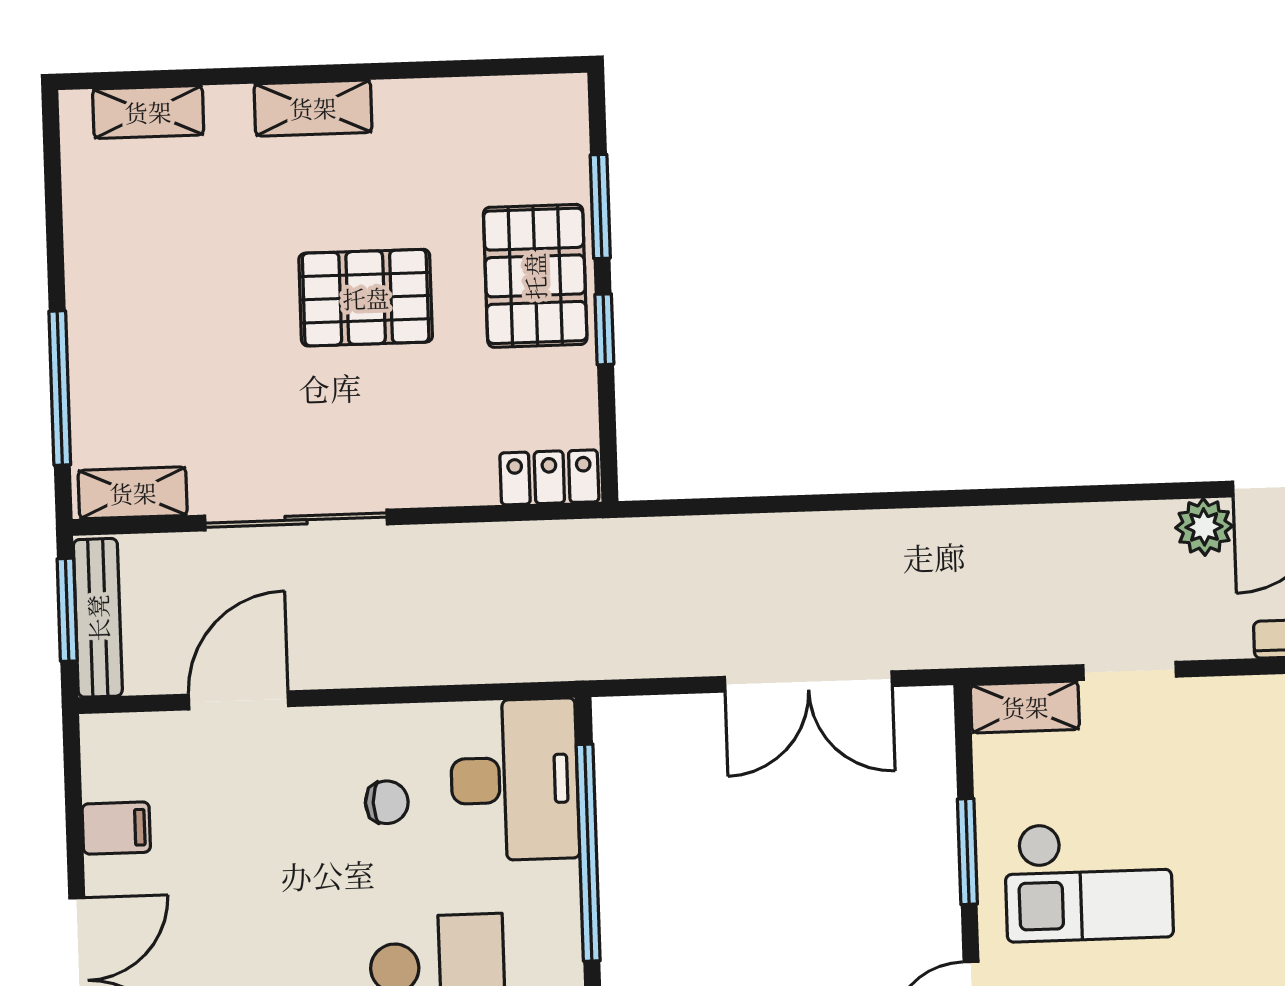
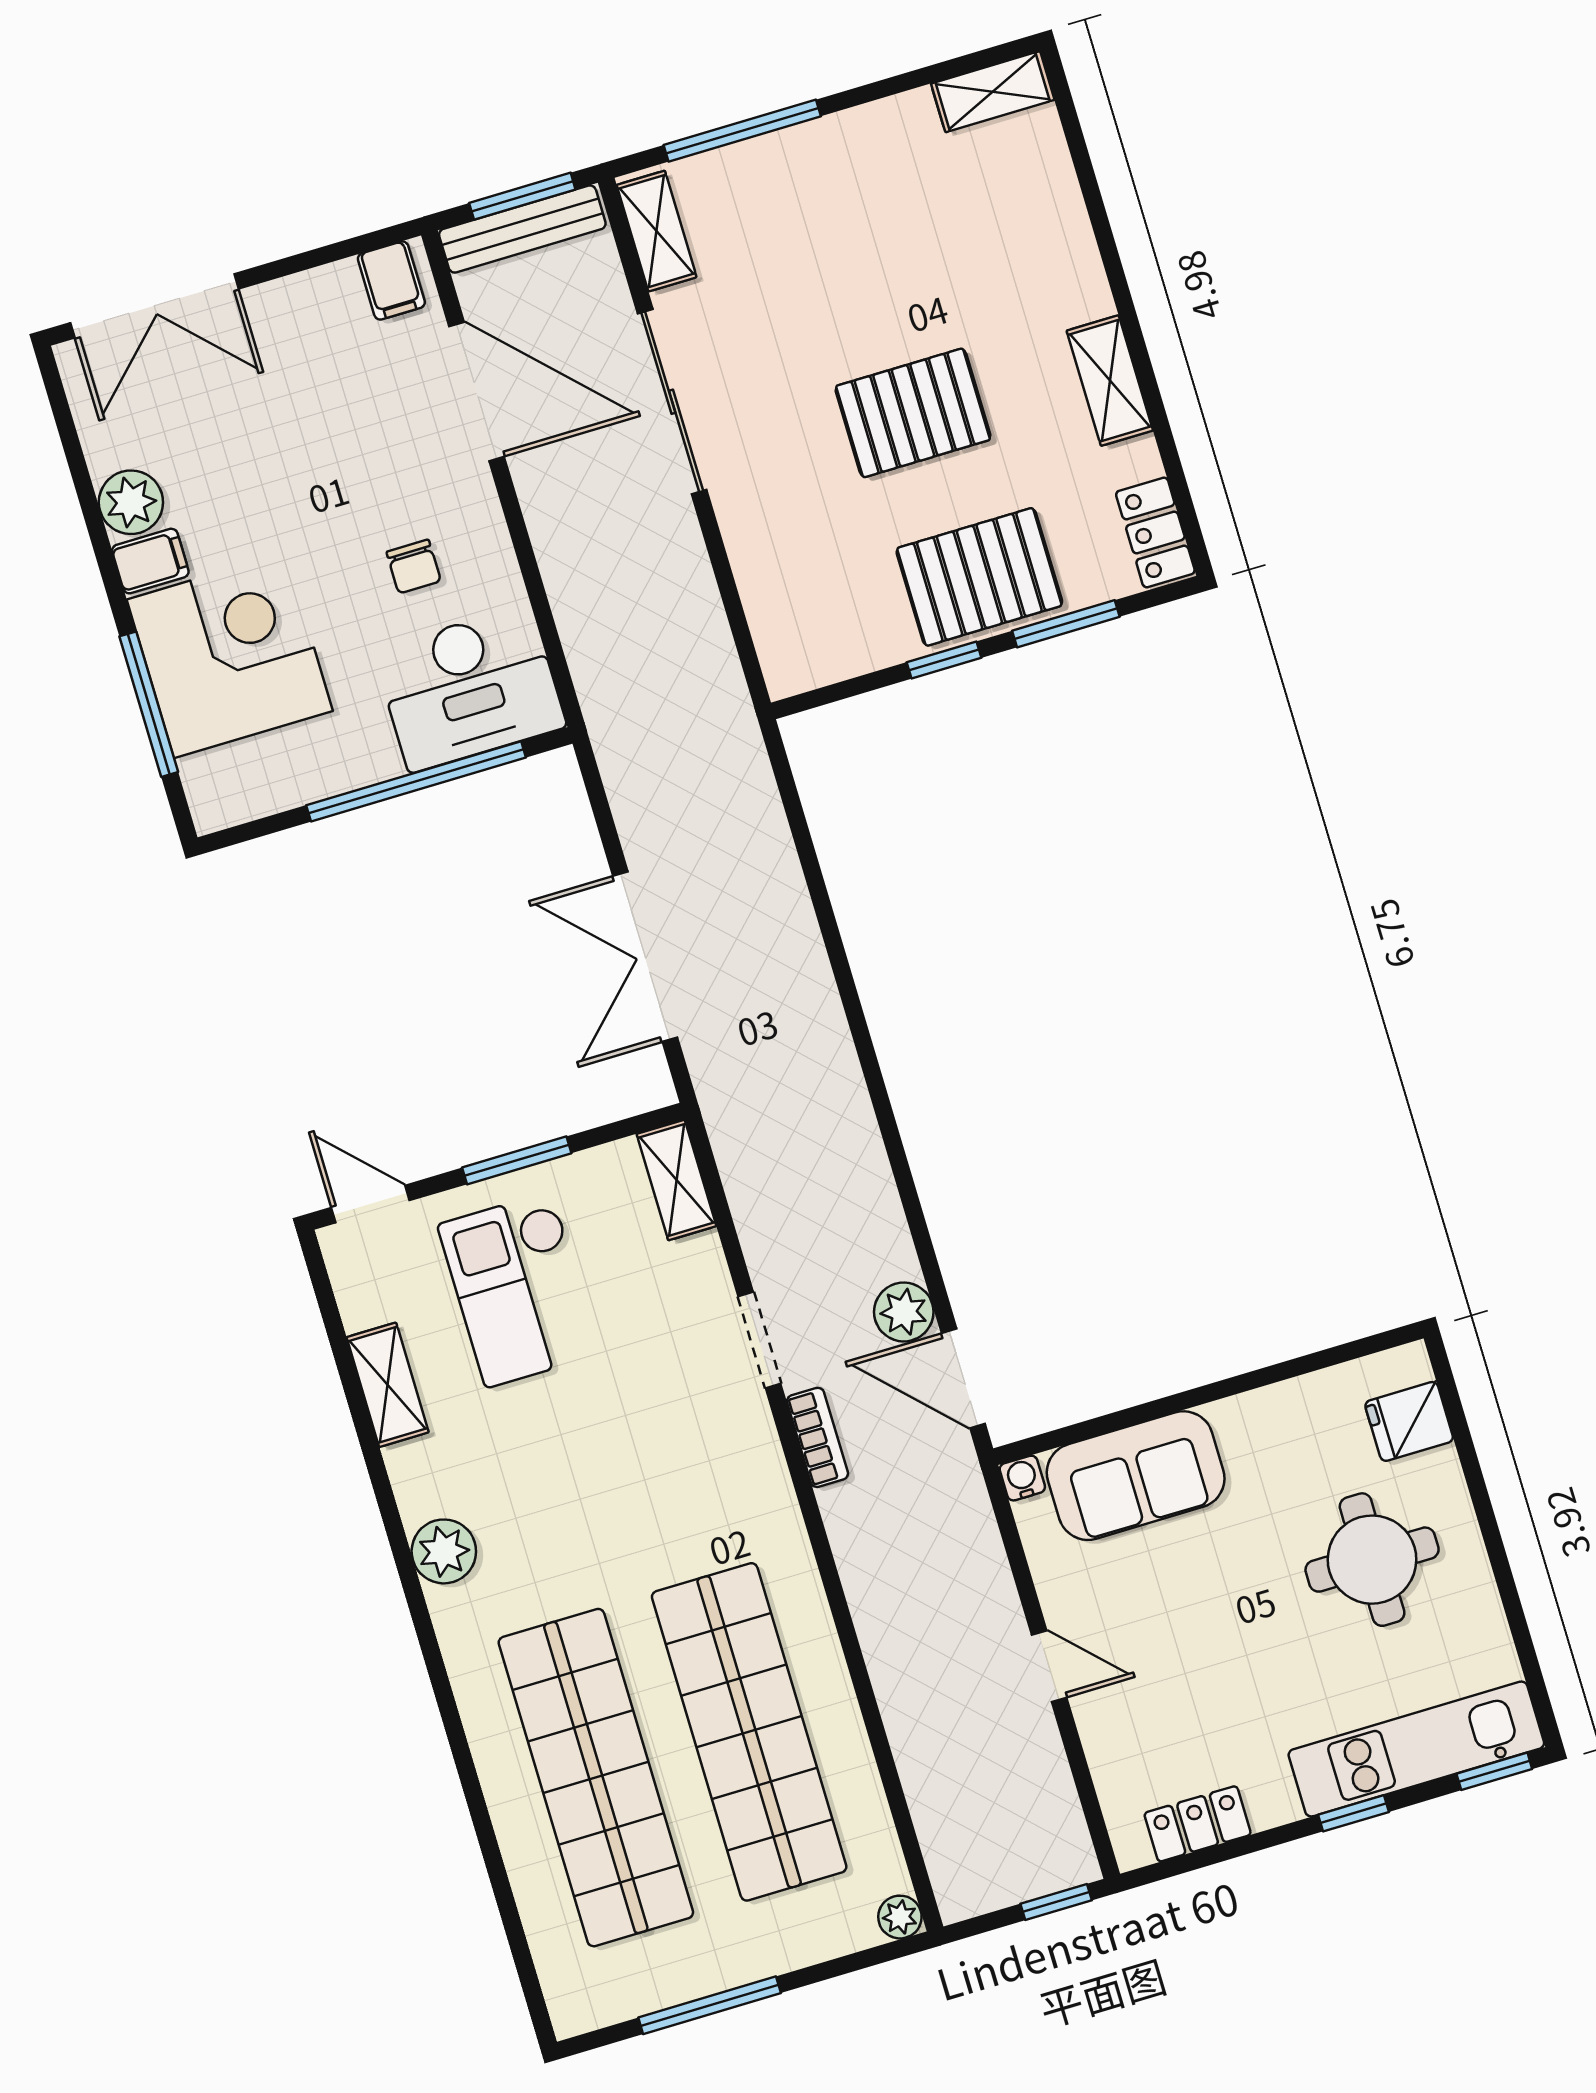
shelving: (313, 108) -> (1110, 381), moved
shelving: (148, 112) -> (993, 92), moved, turned 90
pallet: (366, 298) -> (913, 413), turned 90
locker: (549, 477) -> (1155, 532), moved, turned 180
doorway: (1130, 671) -> (759, 1340), moved
door: (238, 700) -> (477, 391), width x1.36
filing cabinet: (116, 828) -> (391, 280), moved

